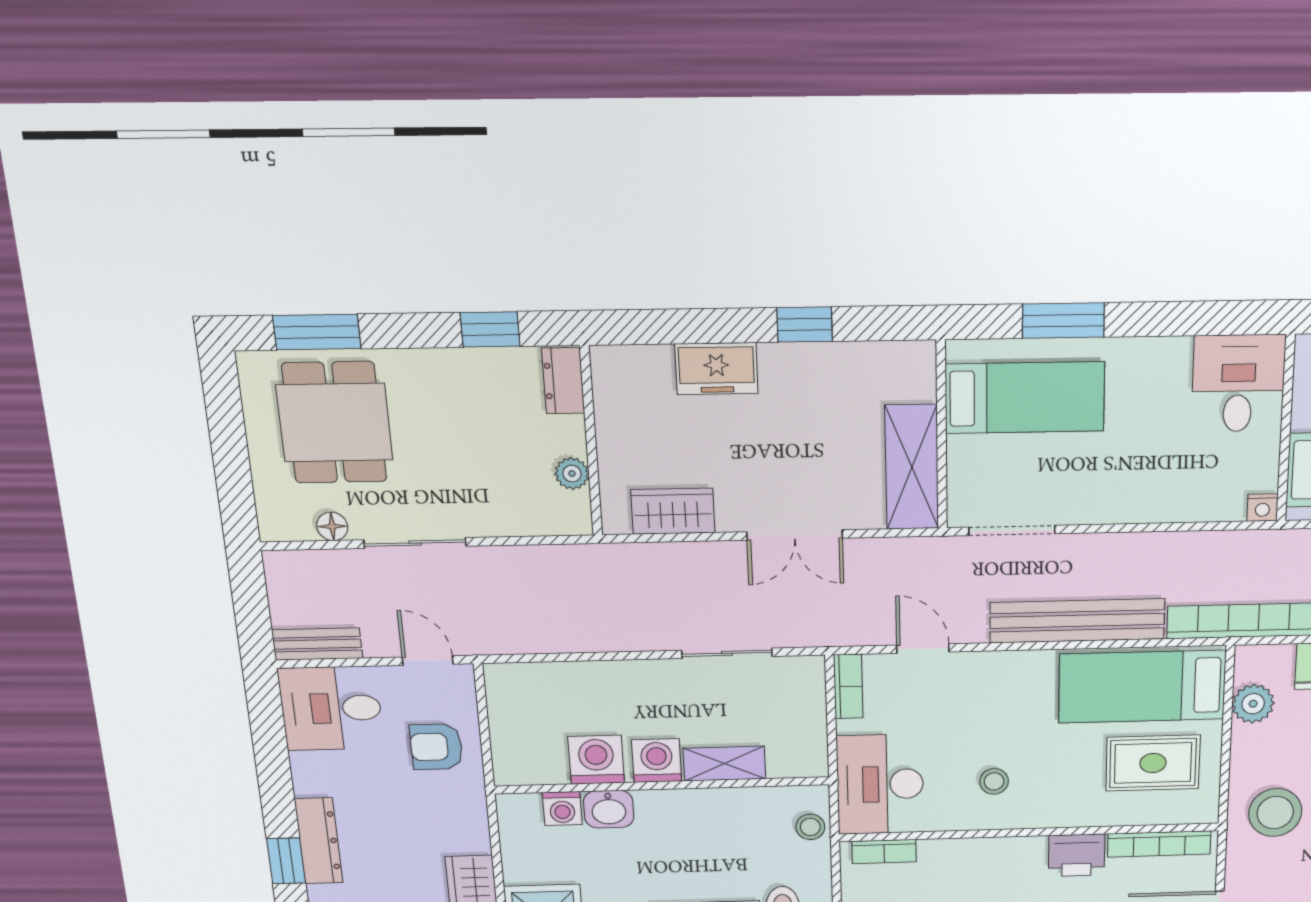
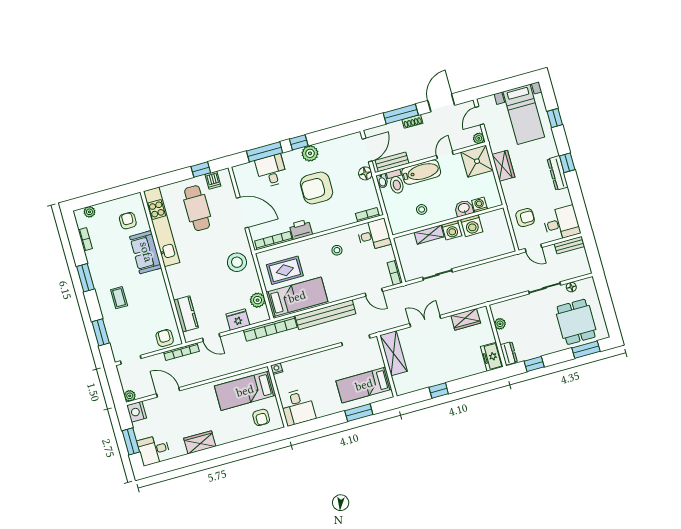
freezer: (716, 369) -> (492, 357), moved, turned -90
desk: (880, 784) -> (374, 235), width x0.73
stool: (810, 827) -> (422, 209), moved

